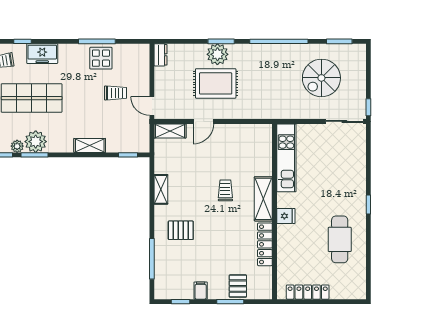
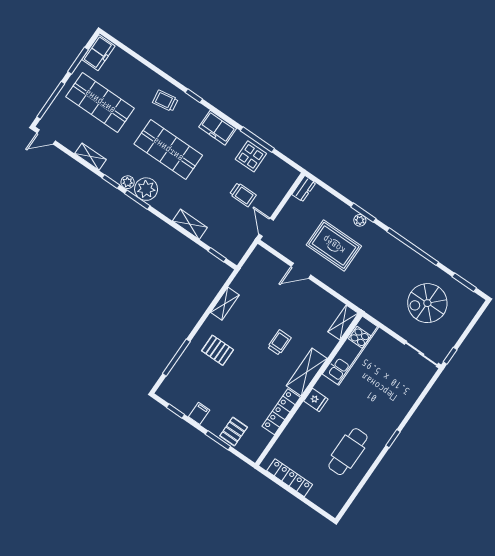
freezer: (42, 54) -> (218, 128), moved
plant: (217, 54) -> (360, 220), width x0.53, depth x0.53
shelving: (170, 131) -> (343, 323), moved, turned 90

